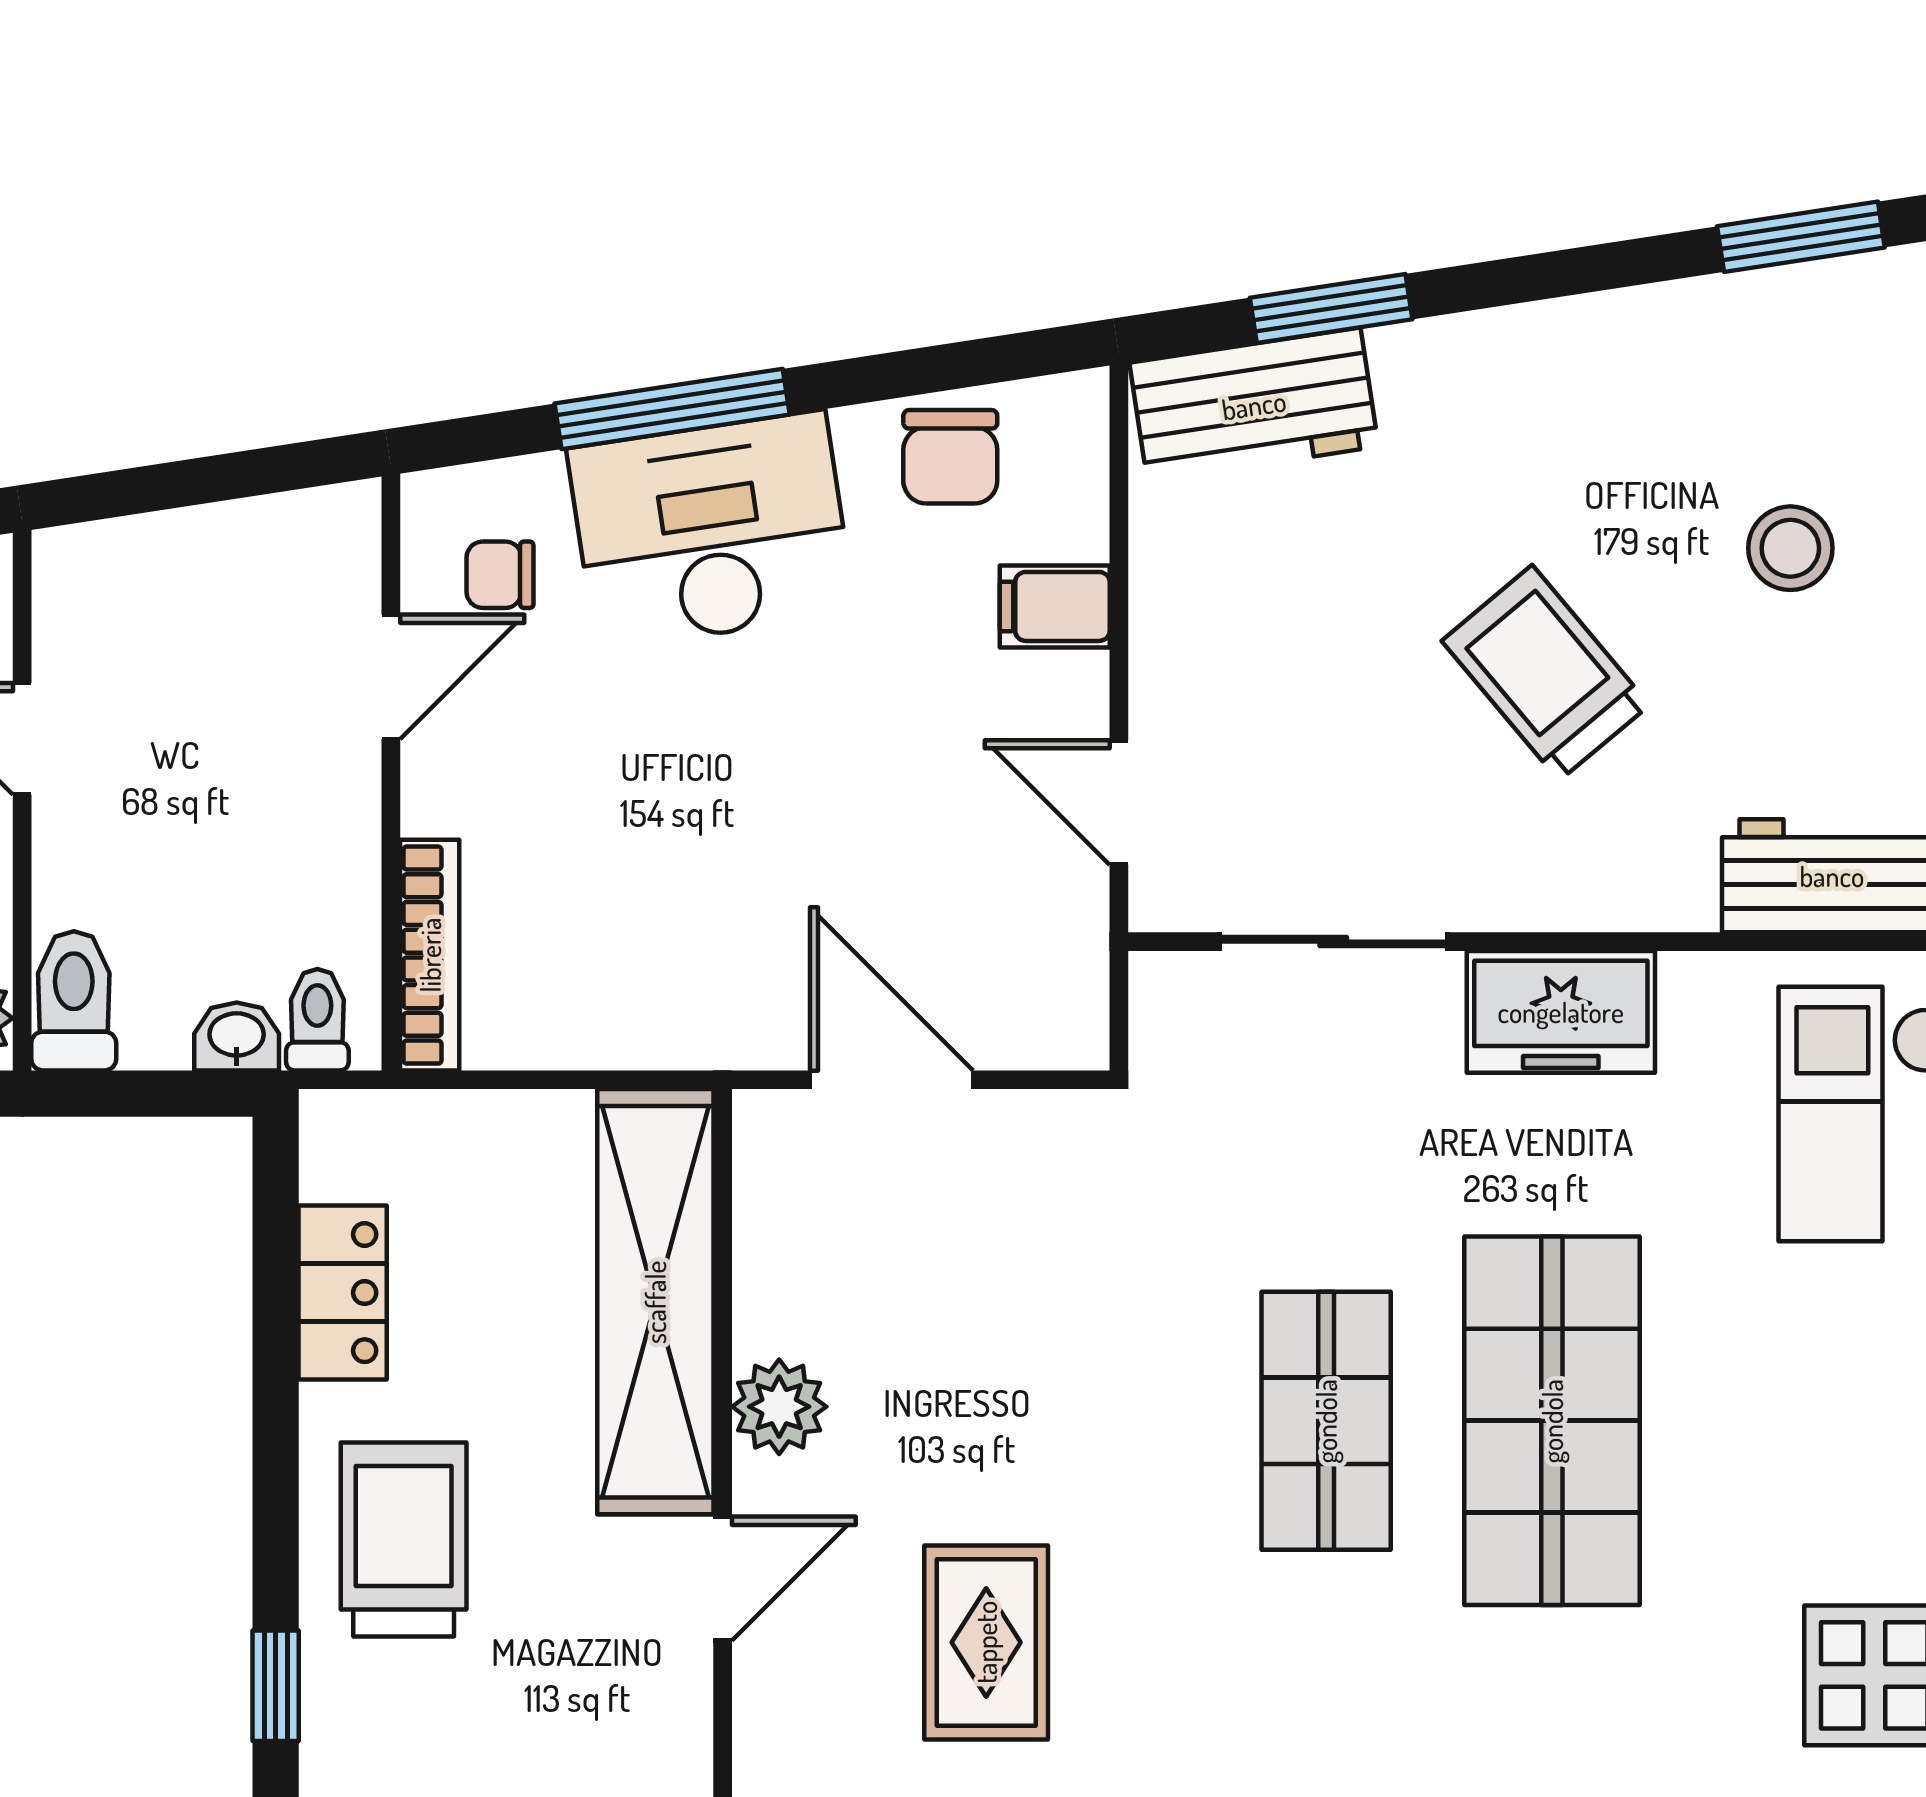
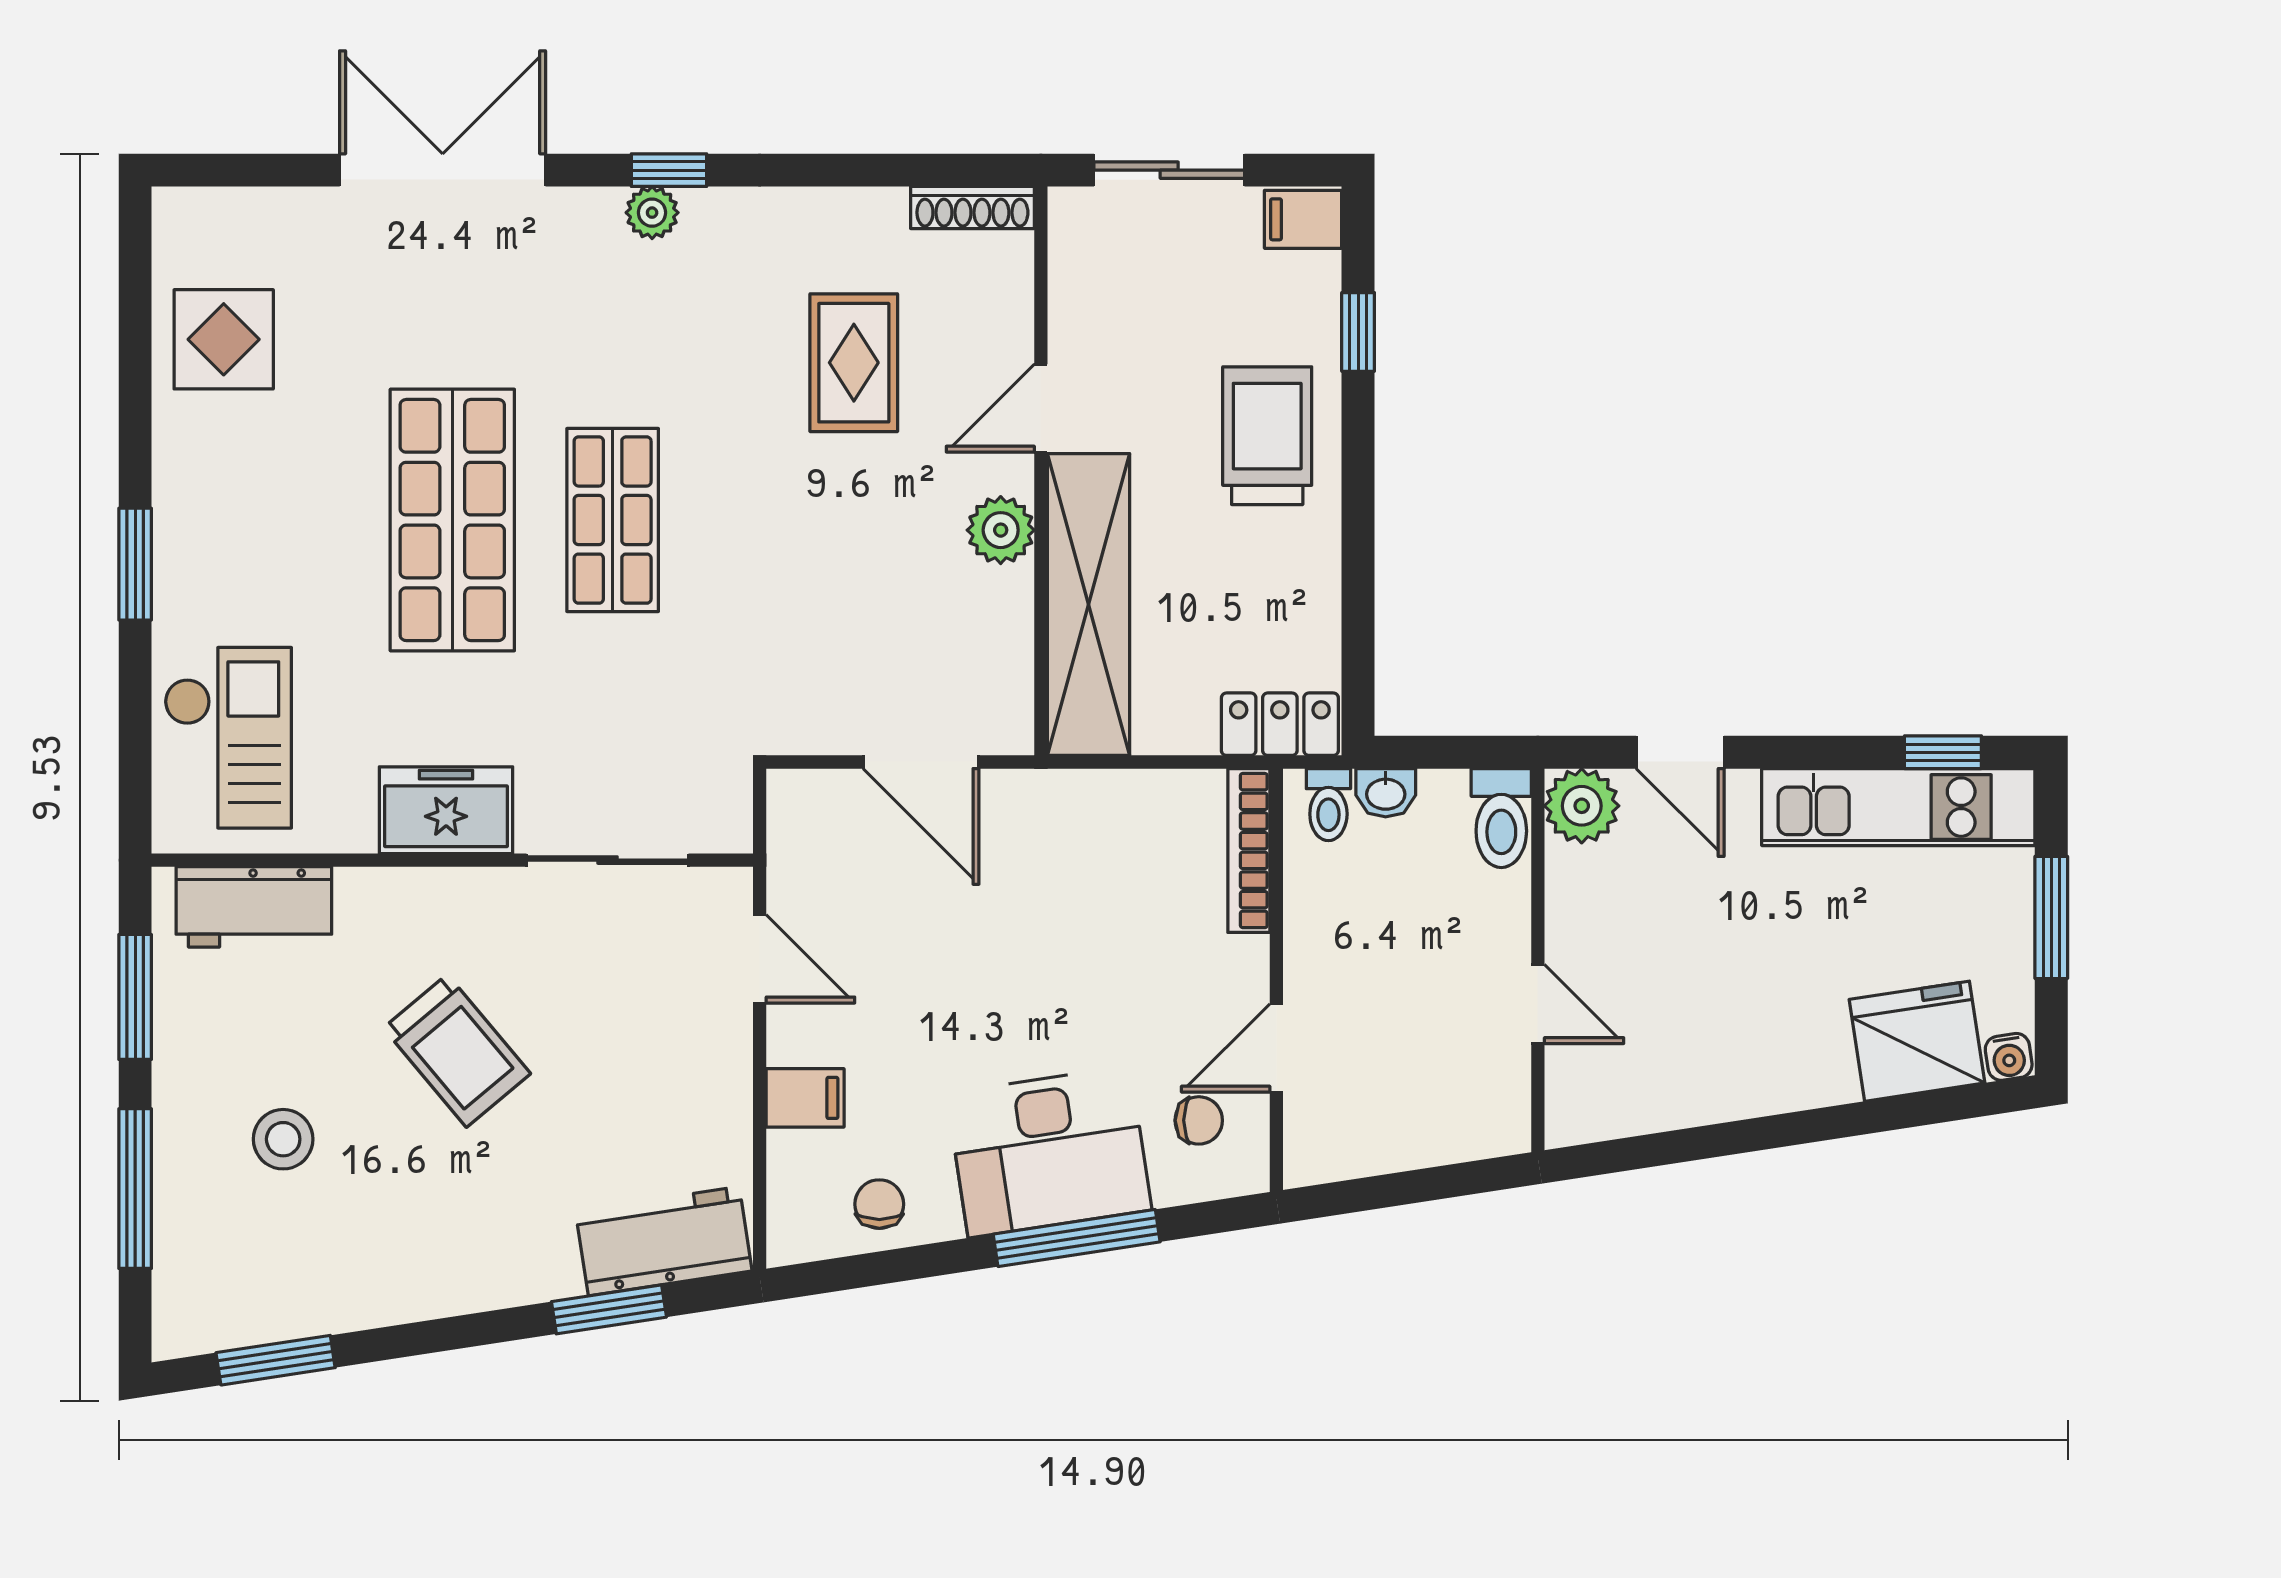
chair: (950, 457) -> (879, 1204), width x0.73, depth x0.73
locker: (343, 1293) -> (1280, 724), moved, turned 90
trolley: (404, 1540) -> (1267, 436), turned 180

